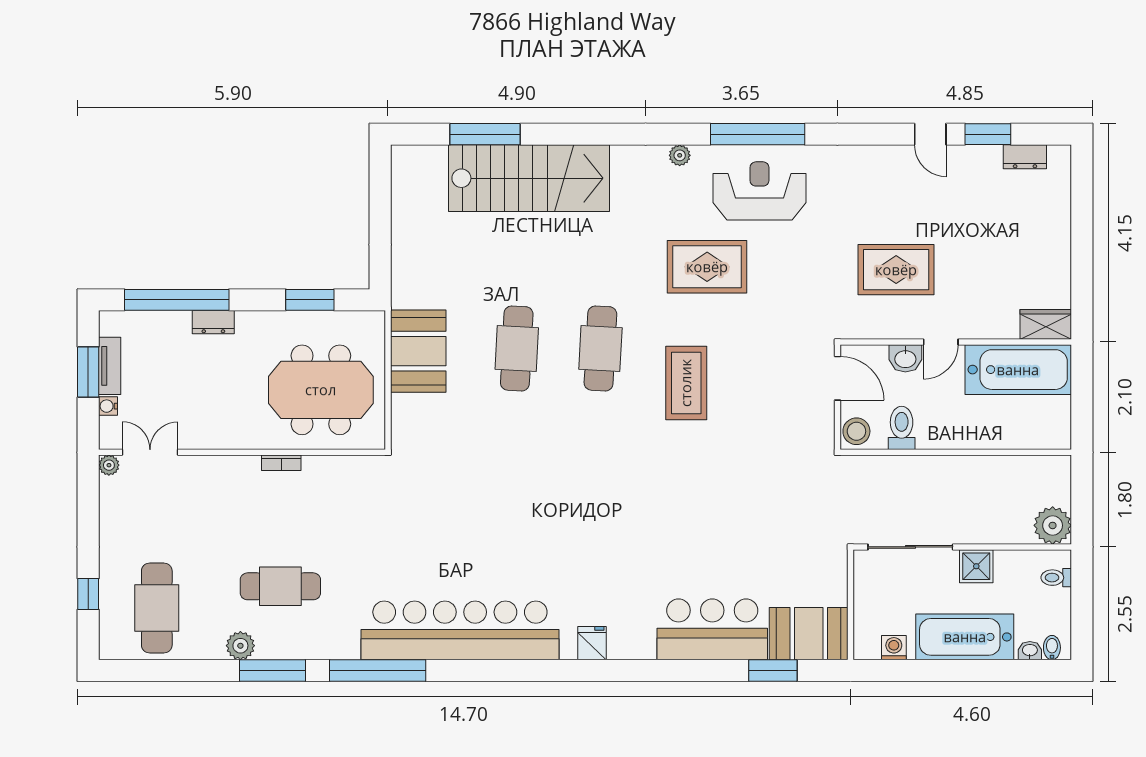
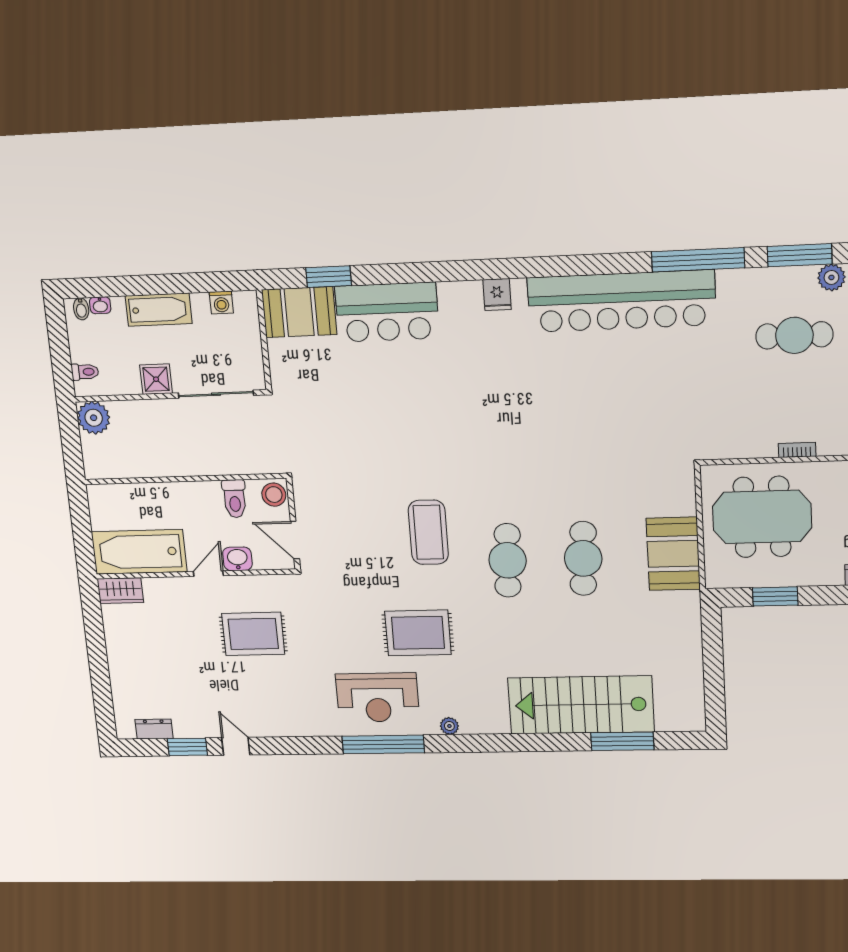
bathtub: (965, 637) -> (159, 310), width x0.73, depth x0.73

